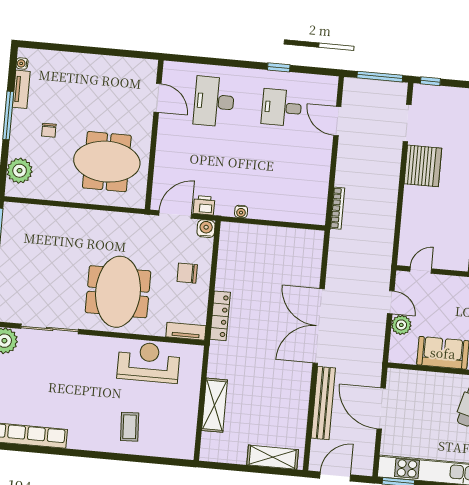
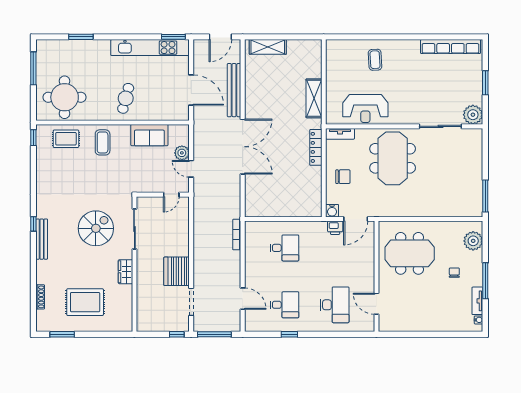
desk: (275, 184) -> (284, 248), added
water cooler: (241, 212) -> (307, 226), removed
shelving: (214, 405) -> (314, 98), moved

